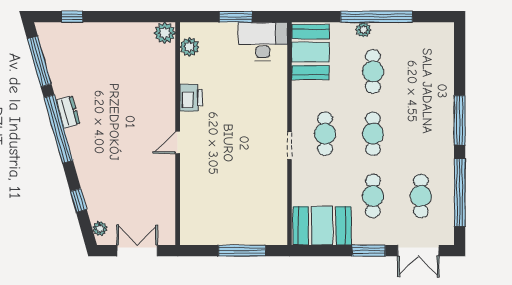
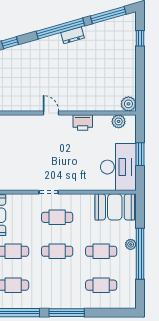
desk: (263, 41) -> (118, 167), width x1.36, depth x1.30
cafe table: (421, 71) -> (101, 285), added

